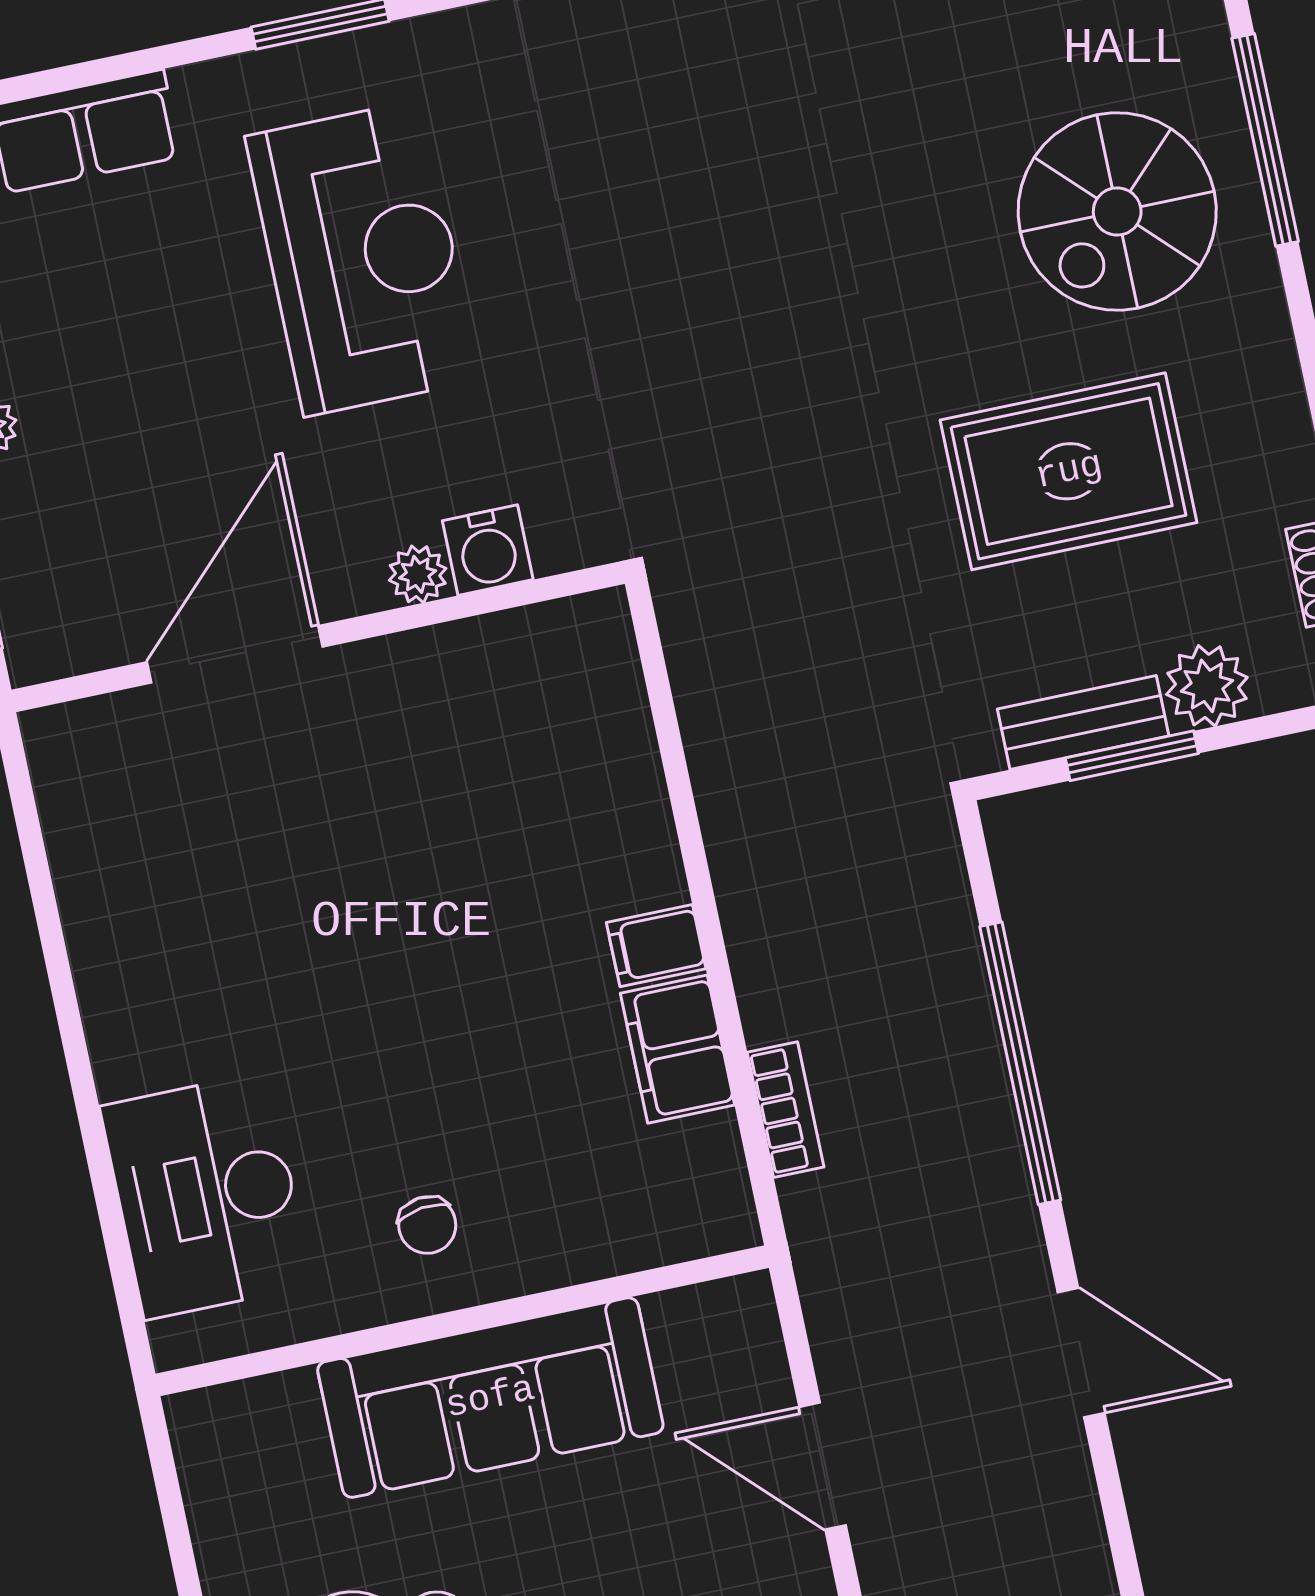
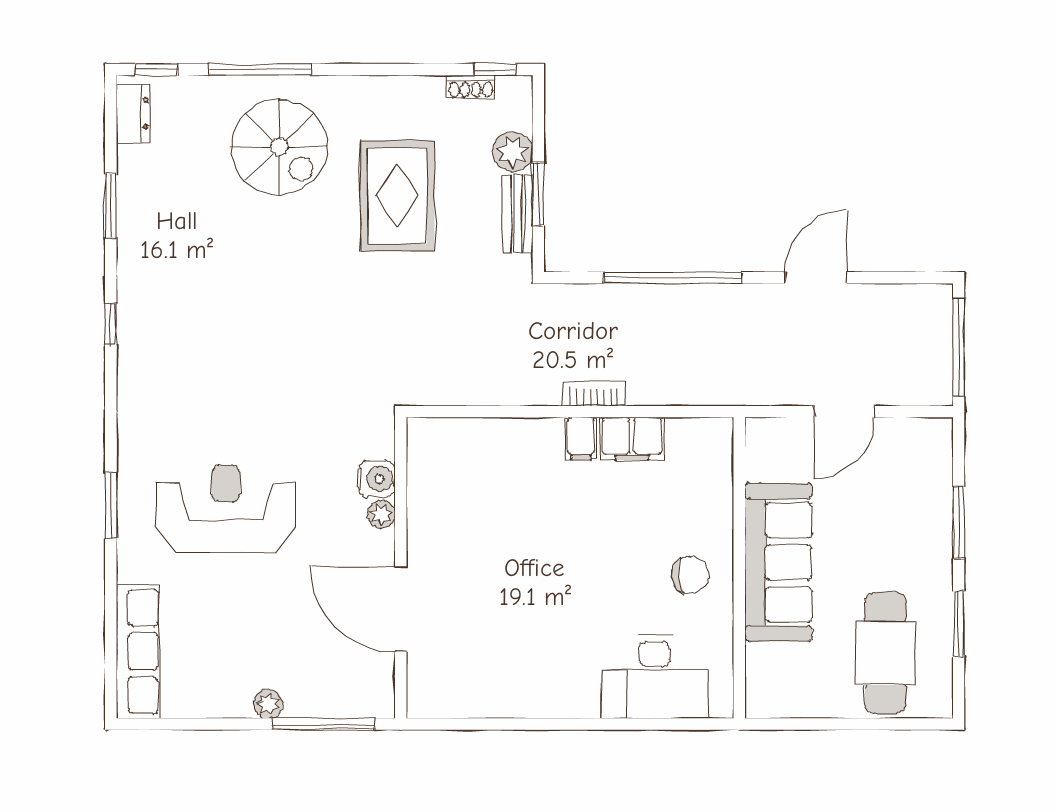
bookcase: (785, 1110) -> (594, 394), moved
chair: (427, 1225) -> (690, 575), width x1.37, depth x1.37

